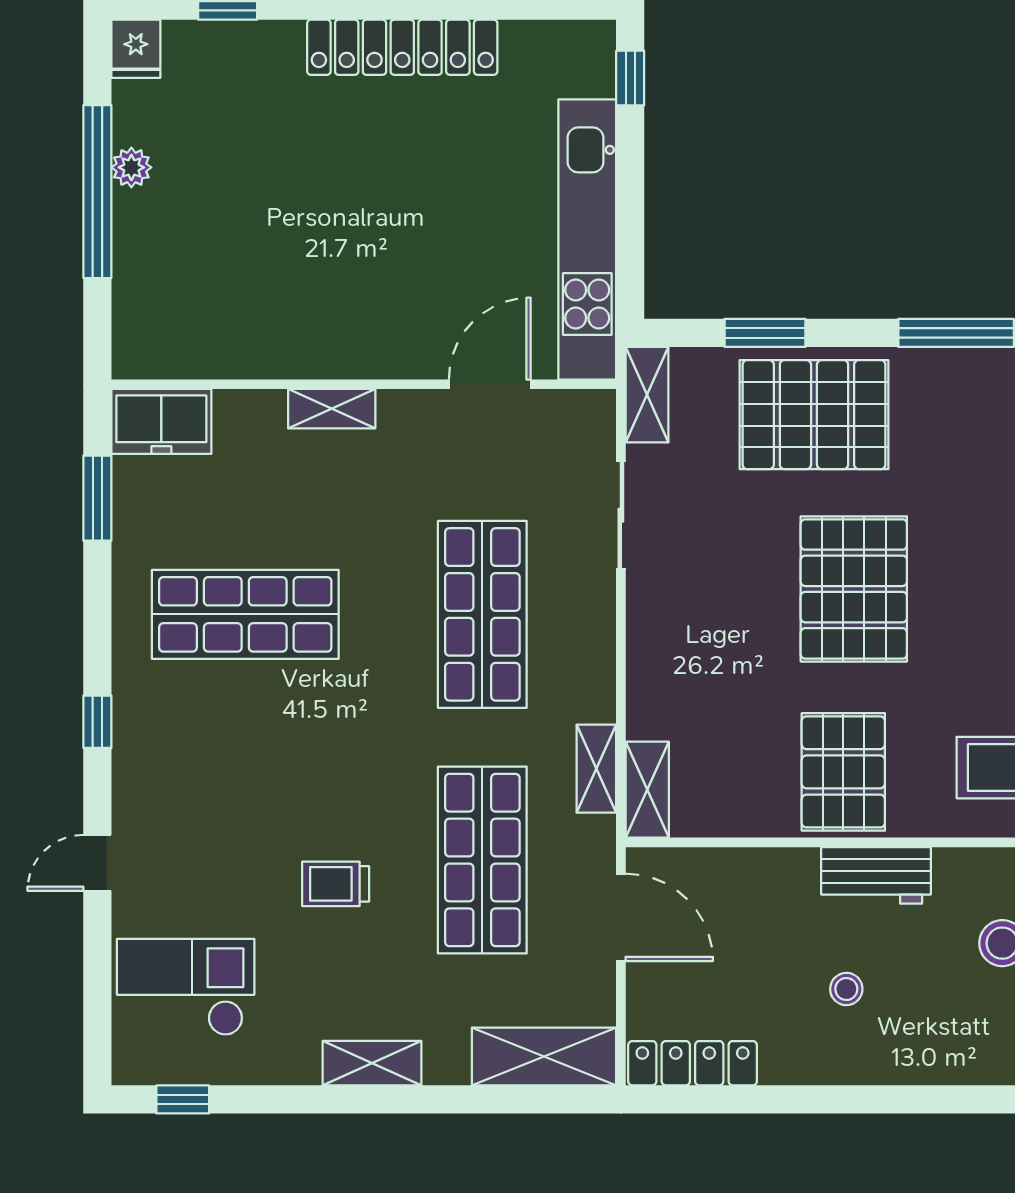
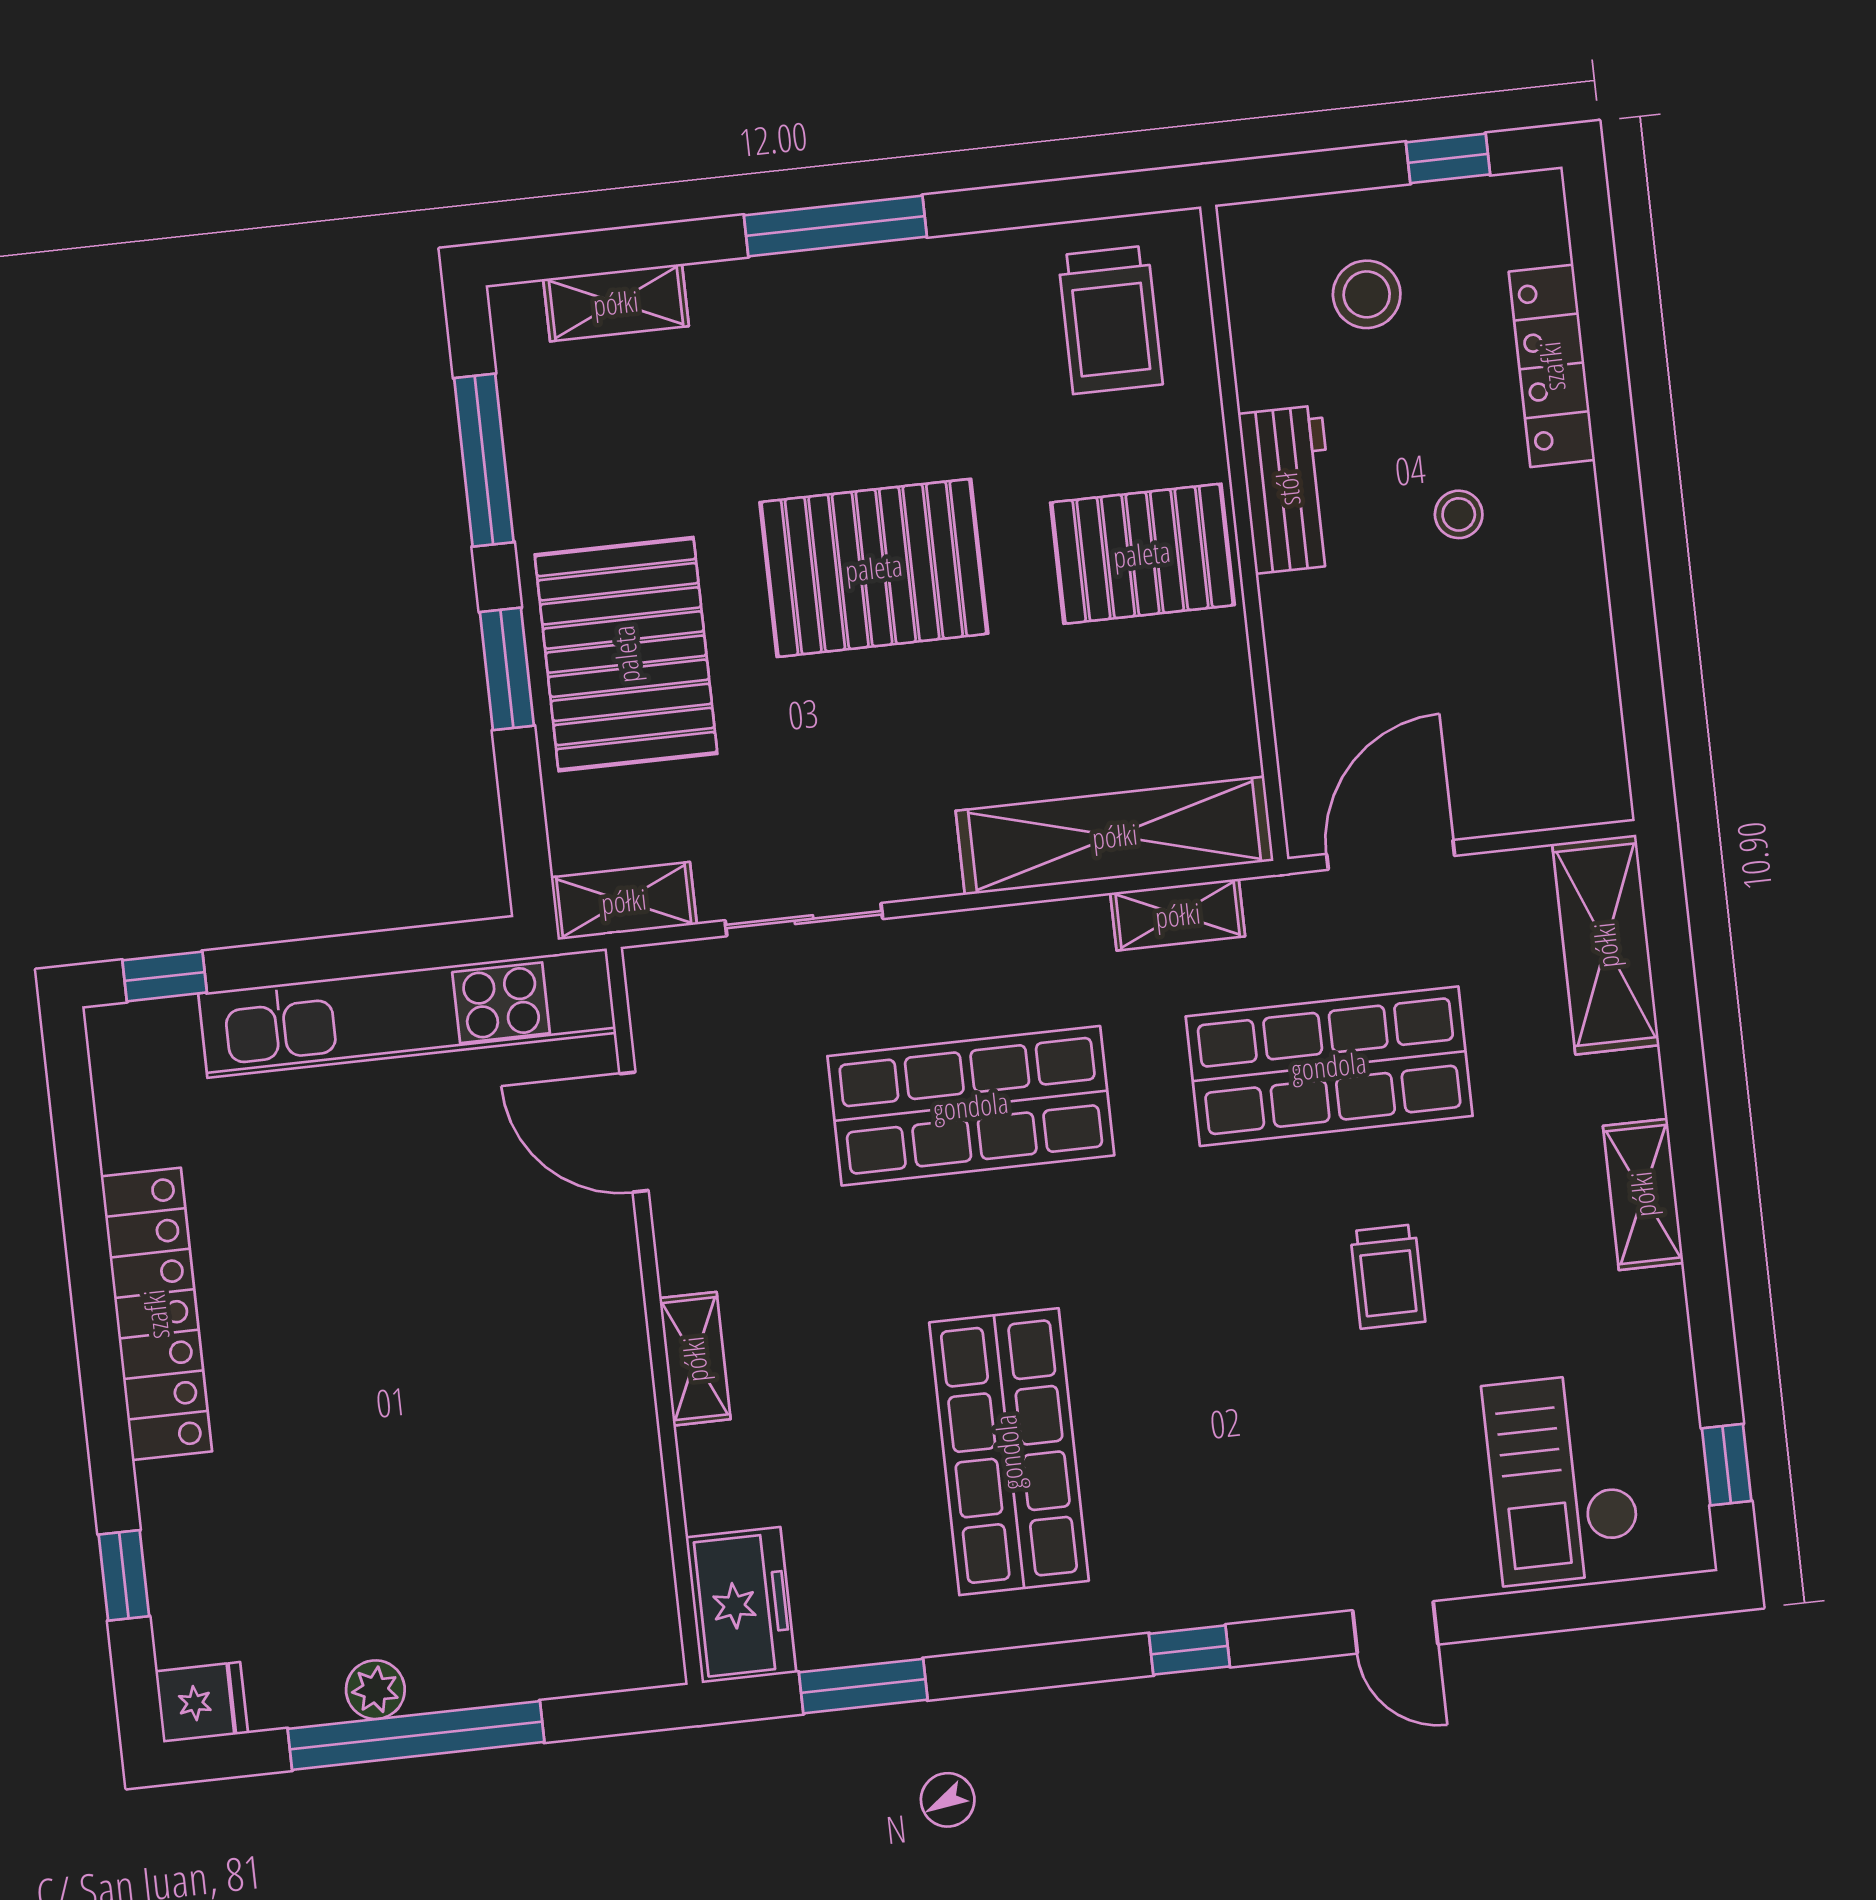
window: (765, 333) -> (507, 669), moved
shelving: (647, 790) -> (1115, 836), width x2.20, depth x1.33
locker: (693, 1063) -> (1552, 366), moved

